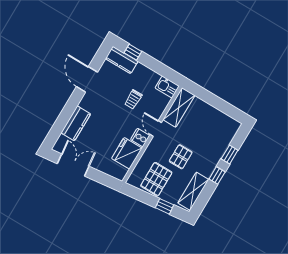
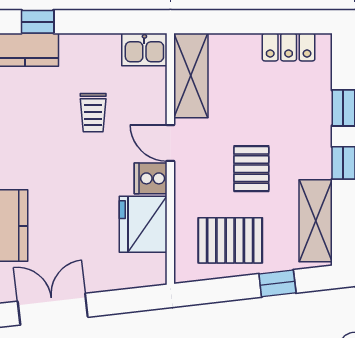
locker: (223, 119) -> (289, 47), added
pallet: (156, 179) -> (230, 240), turned 90

